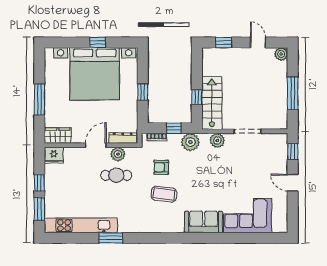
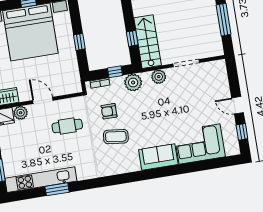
dresser: (123, 138) -> (67, 89), removed
door: (96, 145) -> (43, 100), hinge flipped
window: (293, 151) -> (242, 132), moved
plant: (118, 154) -> (21, 113), moved
window: (111, 238) -> (57, 189), moved

